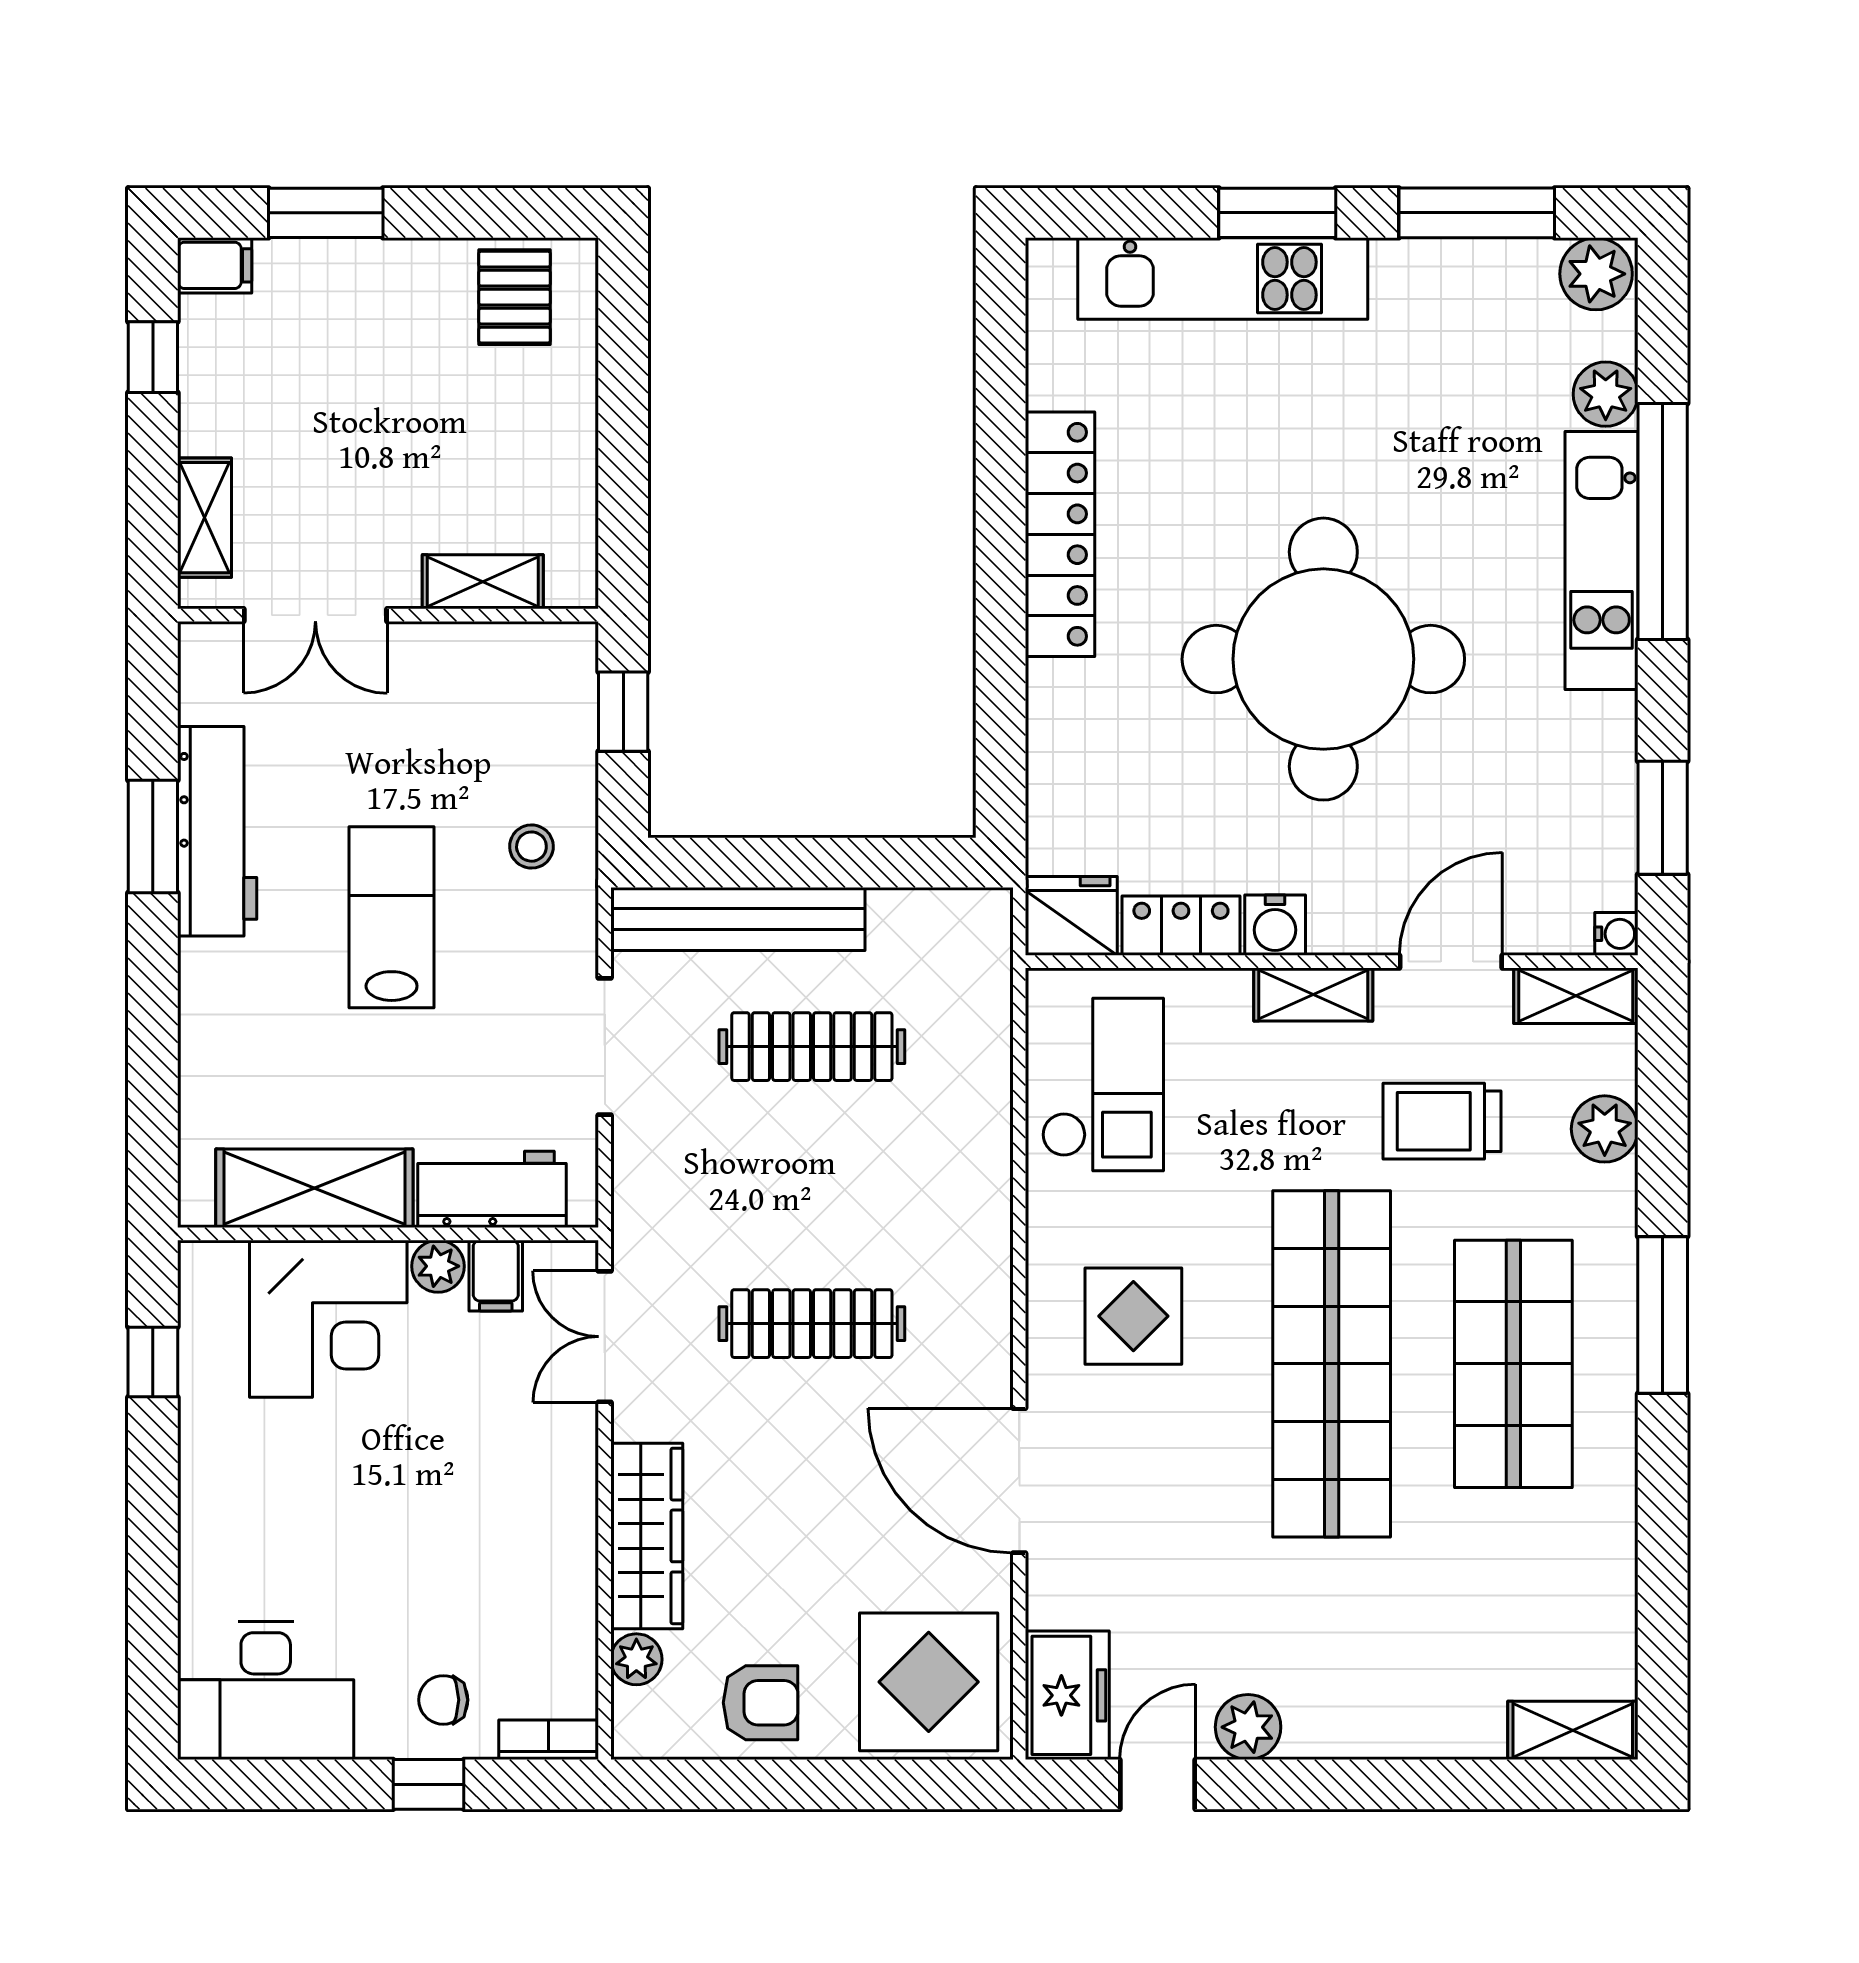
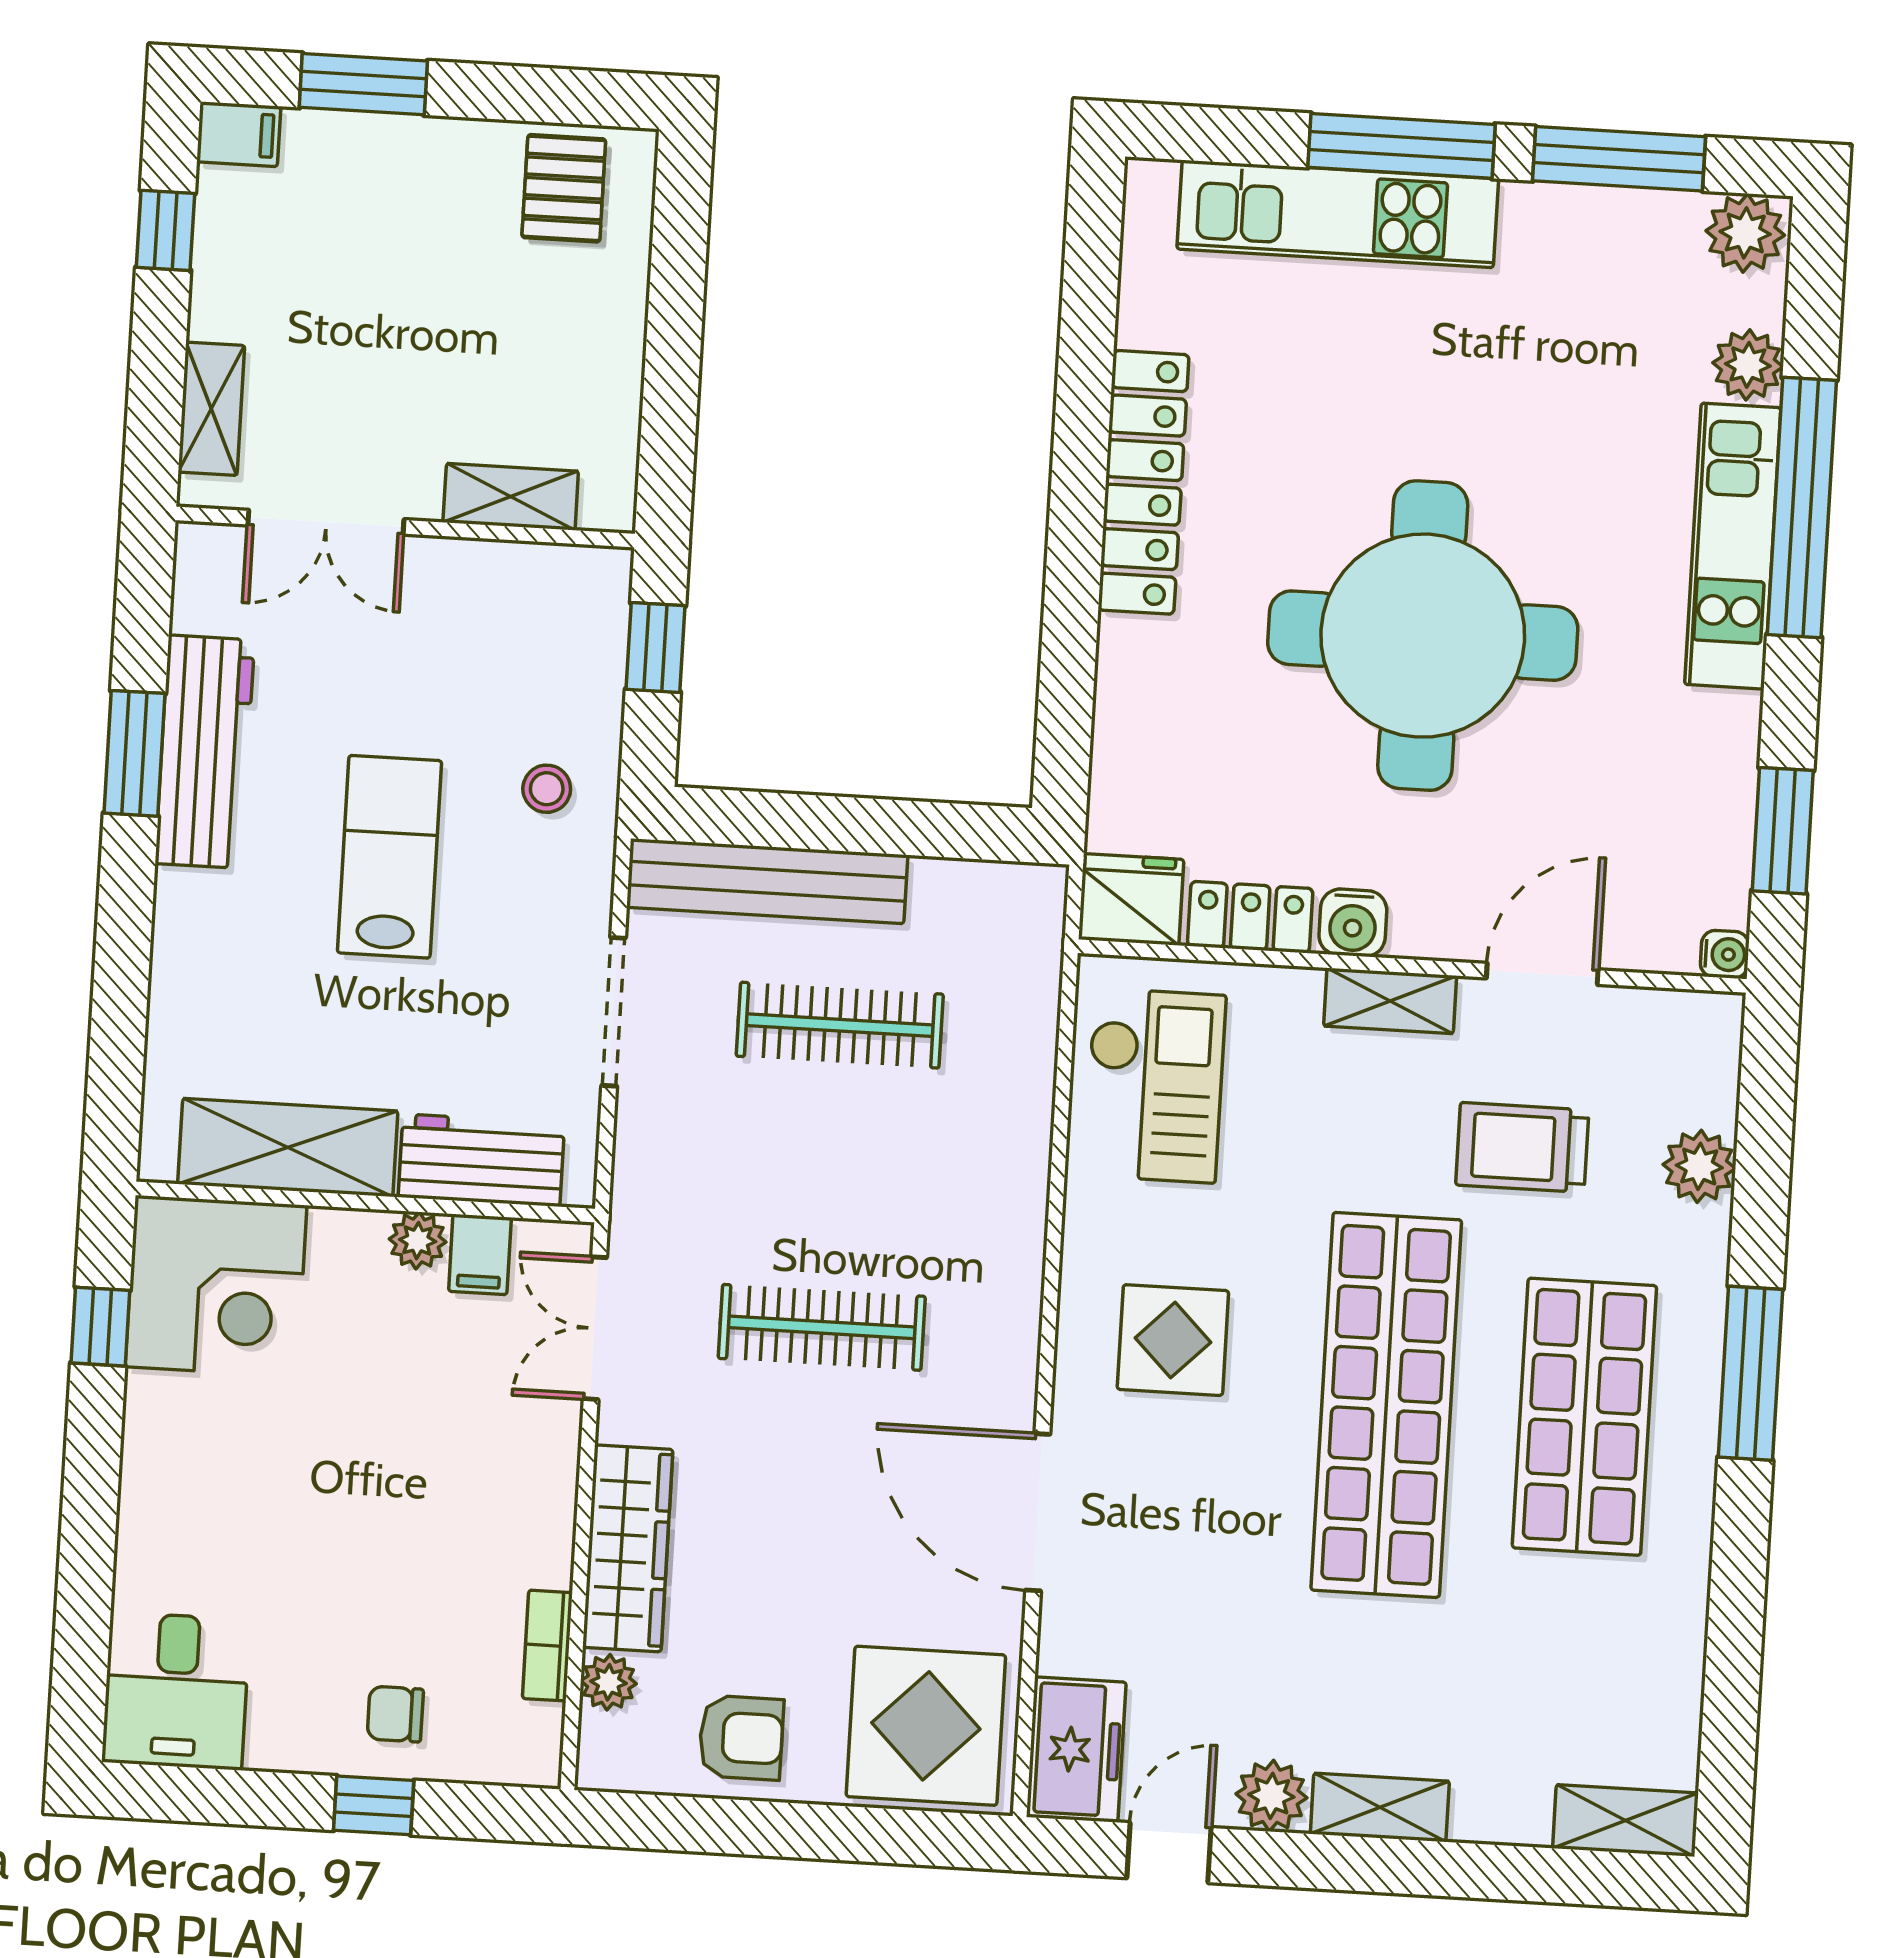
window: (1277, 213) -> (1401, 146), width x1.44
shelving: (1576, 996) -> (1380, 1807), moved
corner desk: (328, 1319) -> (216, 1286), moved
desk: (266, 1691) -> (176, 1691), width x0.73
bookcase: (549, 1740) -> (547, 1646), moved, turned -90

